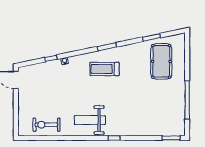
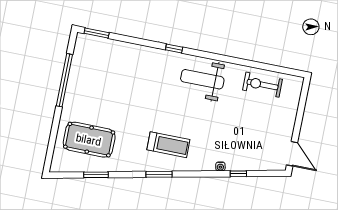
pool table: (161, 61) -> (89, 140), turned 90
weight bench: (90, 120) -> (202, 79), turned 180
exercise bike: (46, 125) -> (262, 85), turned 180

